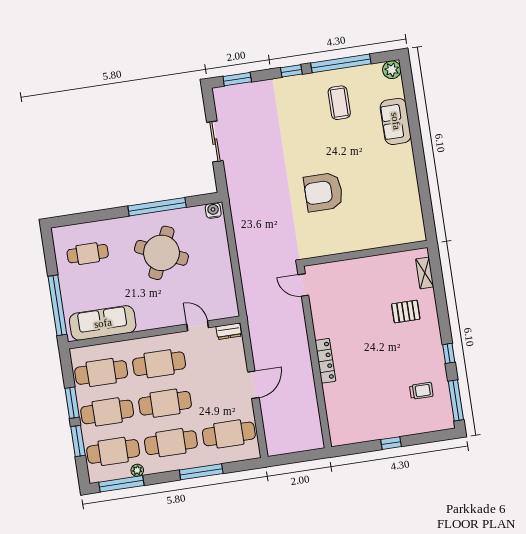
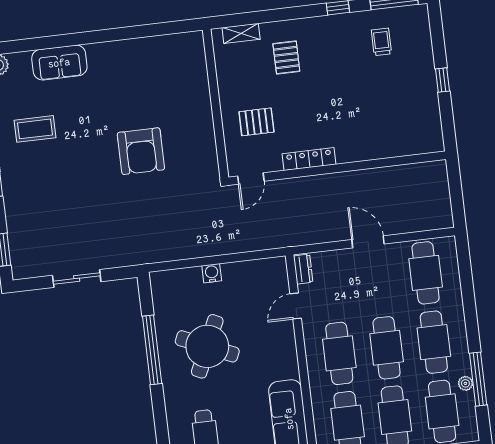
water cooler: (213, 211) -> (212, 273), moved, turned 90
pallet: (351, 288) -> (256, 122), added
locker: (325, 361) -> (309, 159), moved
window: (201, 472) -> (470, 307), removed
window: (121, 484) -> (478, 379), moved

